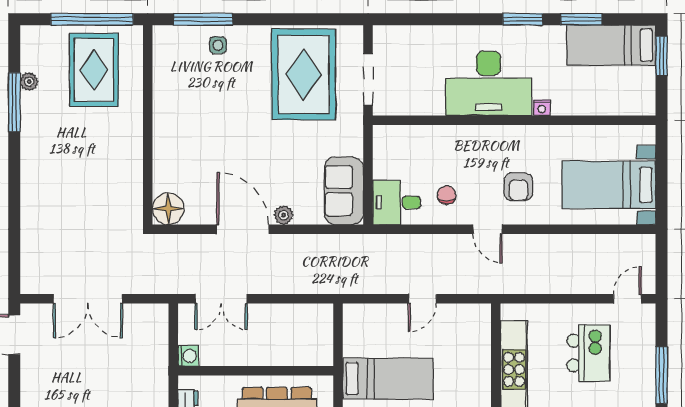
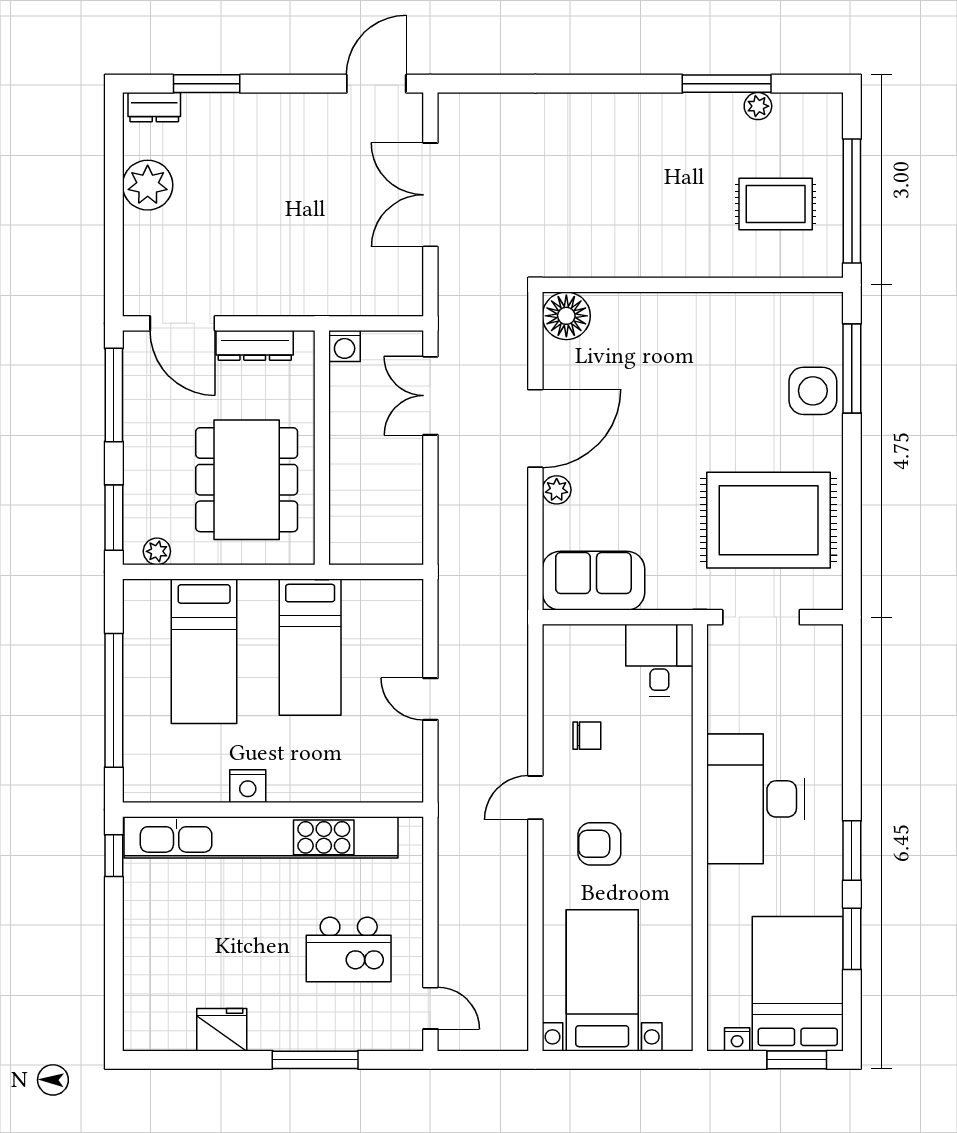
side table: (218, 45) -> (813, 391), width x1.87, depth x1.87
bed: (611, 45) -> (798, 984), width x1.50
rug: (94, 70) -> (776, 204), width x0.73, depth x0.70
nightstand: (542, 108) -> (737, 1039), moved, turned -90
desk: (397, 202) -> (659, 660), moved

